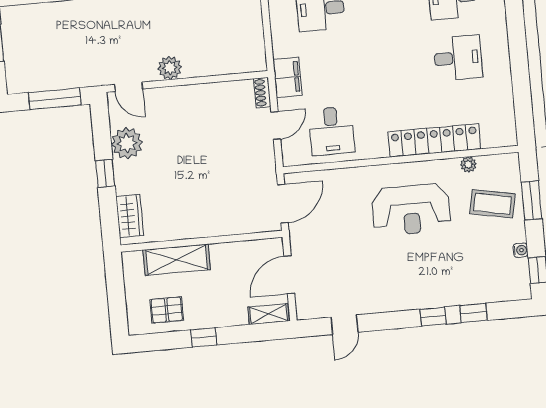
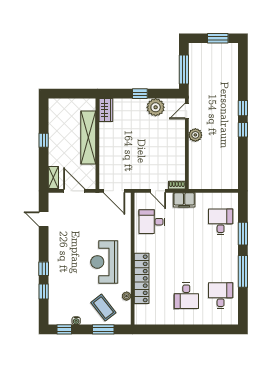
coffee table: (492, 204) -> (103, 308), turned -49
wardrobe: (130, 216) -> (106, 110), moved, turned -90
shelving: (177, 260) -> (88, 138), width x1.47
pallet: (167, 310) -> (61, 121), removed

